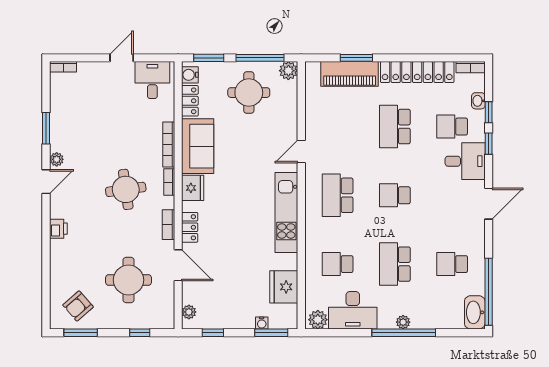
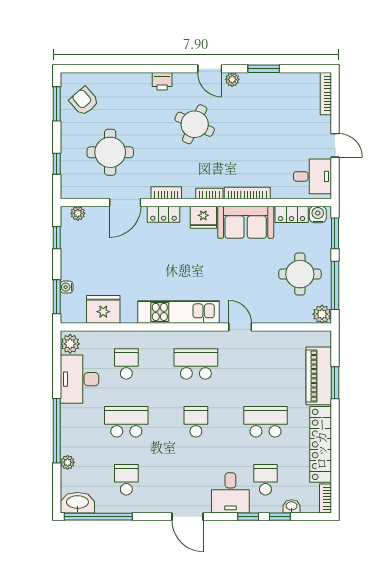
bookcase: (63, 67) -> (326, 94), width x1.56
round table: (126, 189) -> (195, 124), moved, turned 33
plant: (403, 322) -> (68, 462), moved

